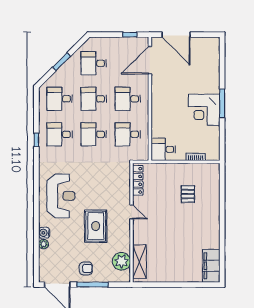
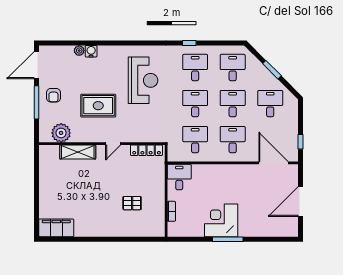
door: (176, 35) -> (301, 202), moved
reception desk: (61, 196) -> (143, 80), moved, turned -90
shelving: (139, 262) -> (78, 152), moved

